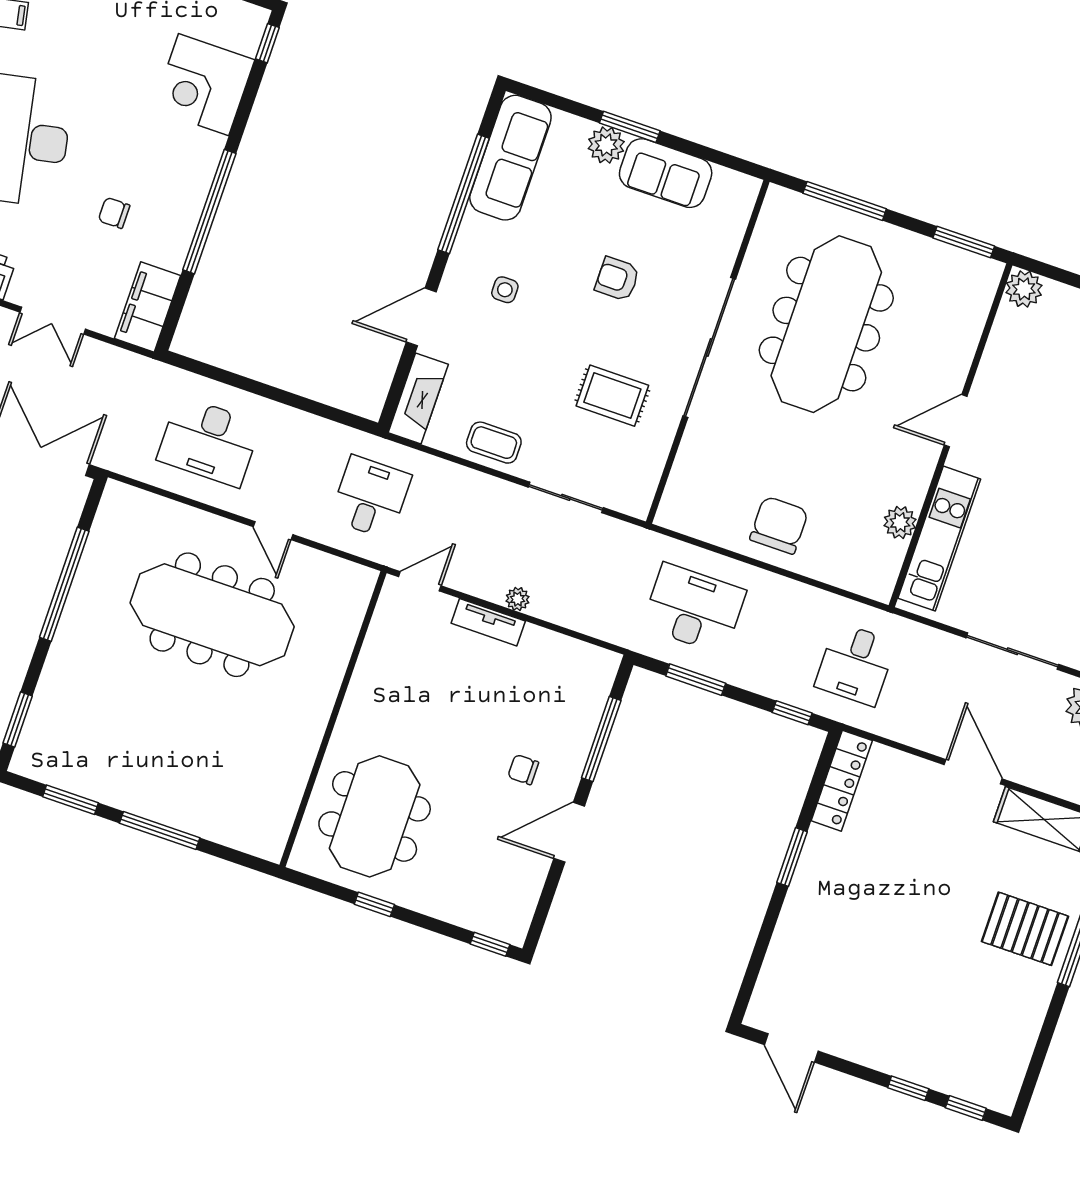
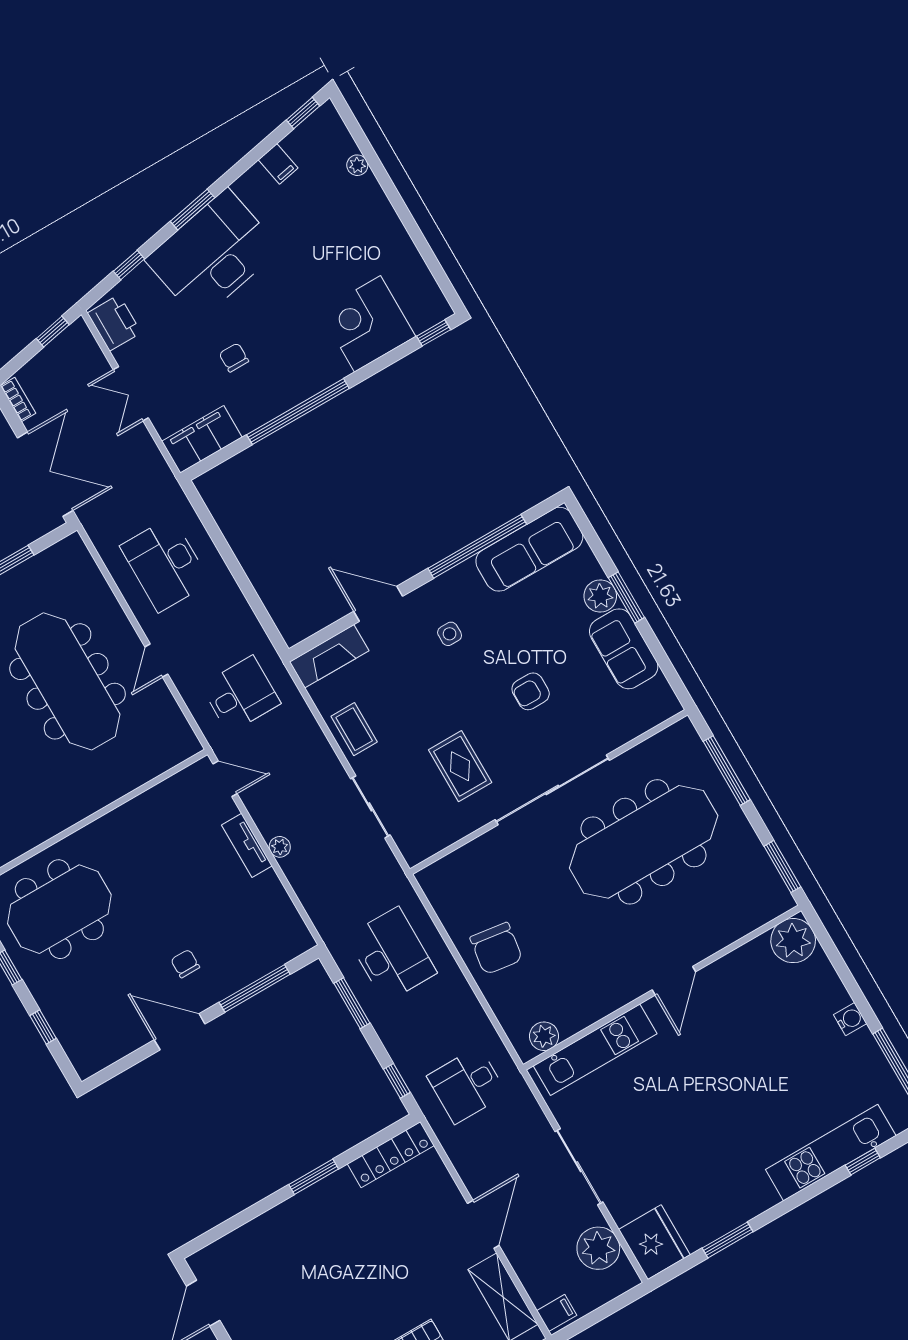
armchair: (617, 279) -> (531, 691), turned -90
plant: (1024, 289) -> (793, 941), width x1.36, depth x1.36
door: (956, 421) -> (674, 981), swing flipped
plant: (900, 522) -> (544, 1036), moved
chair: (779, 525) -> (496, 948), turned 98
window: (490, 944) -> (43, 1027), moved

